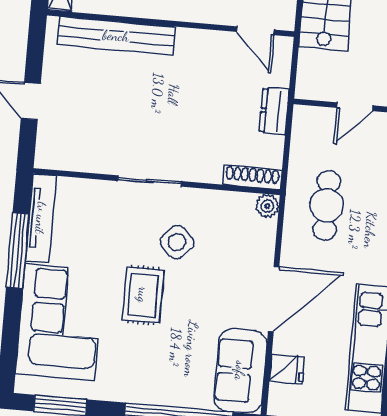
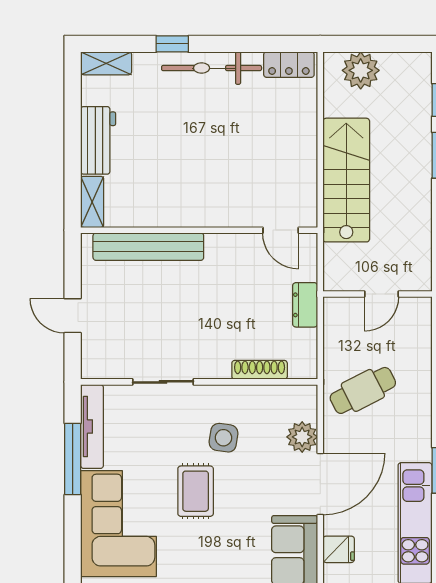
shoe rack: (252, 177) -> (260, 370), moved
sliding door: (150, 181) -> (163, 382), moved
cafe table: (327, 205) -> (363, 390), turned 63
plant: (267, 206) -> (302, 437), moved, width x1.38, depth x1.38
side table: (177, 242) -> (224, 438), turned -36

